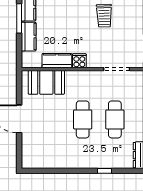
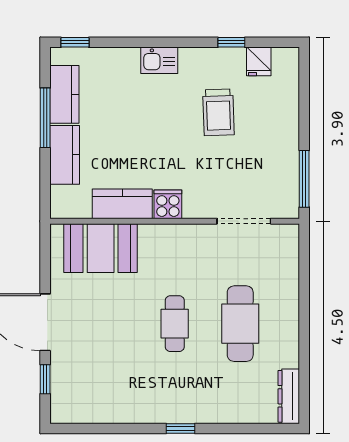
cafe table: (83, 119) -> (175, 324), width x0.73, depth x0.74
window: (19, 147) -> (45, 379), added
window: (104, 171) -> (180, 428), moved

